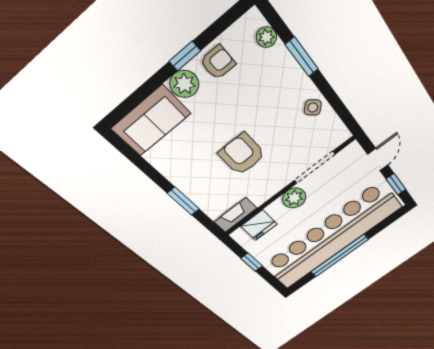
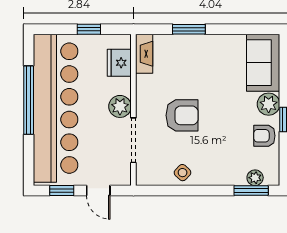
window: (302, 57) -> (251, 191), moved
armchair: (218, 62) -> (264, 136), turned 90
armchair: (242, 154) -> (182, 115), moved

